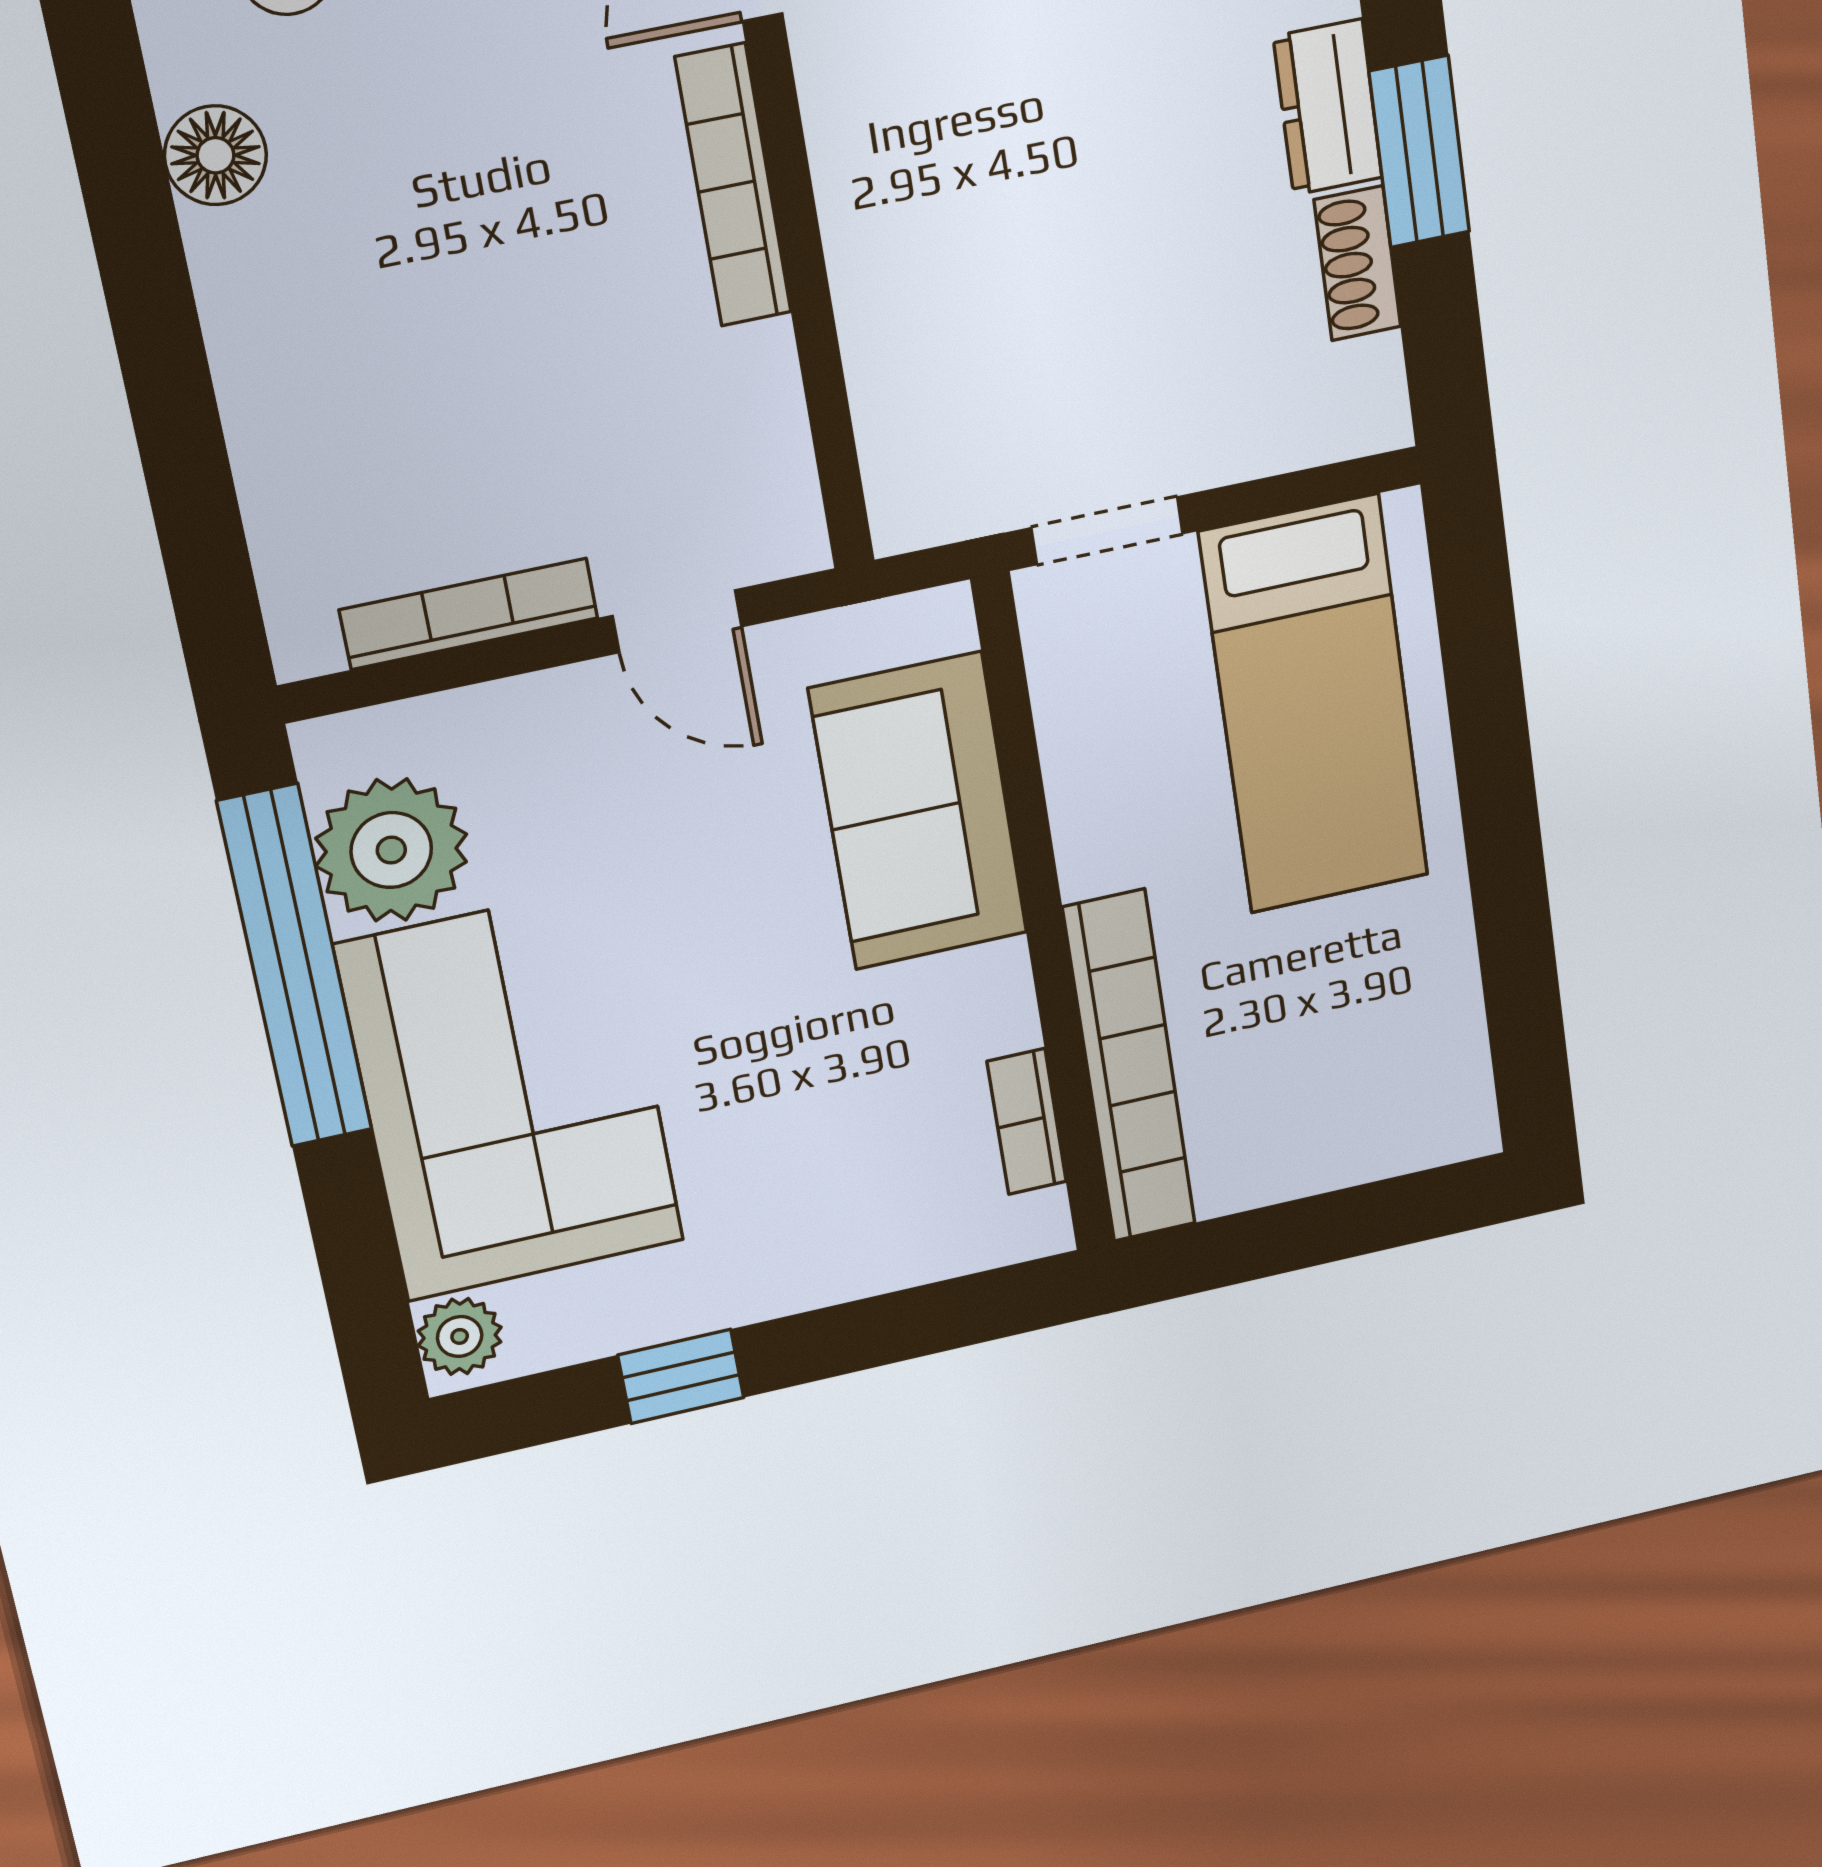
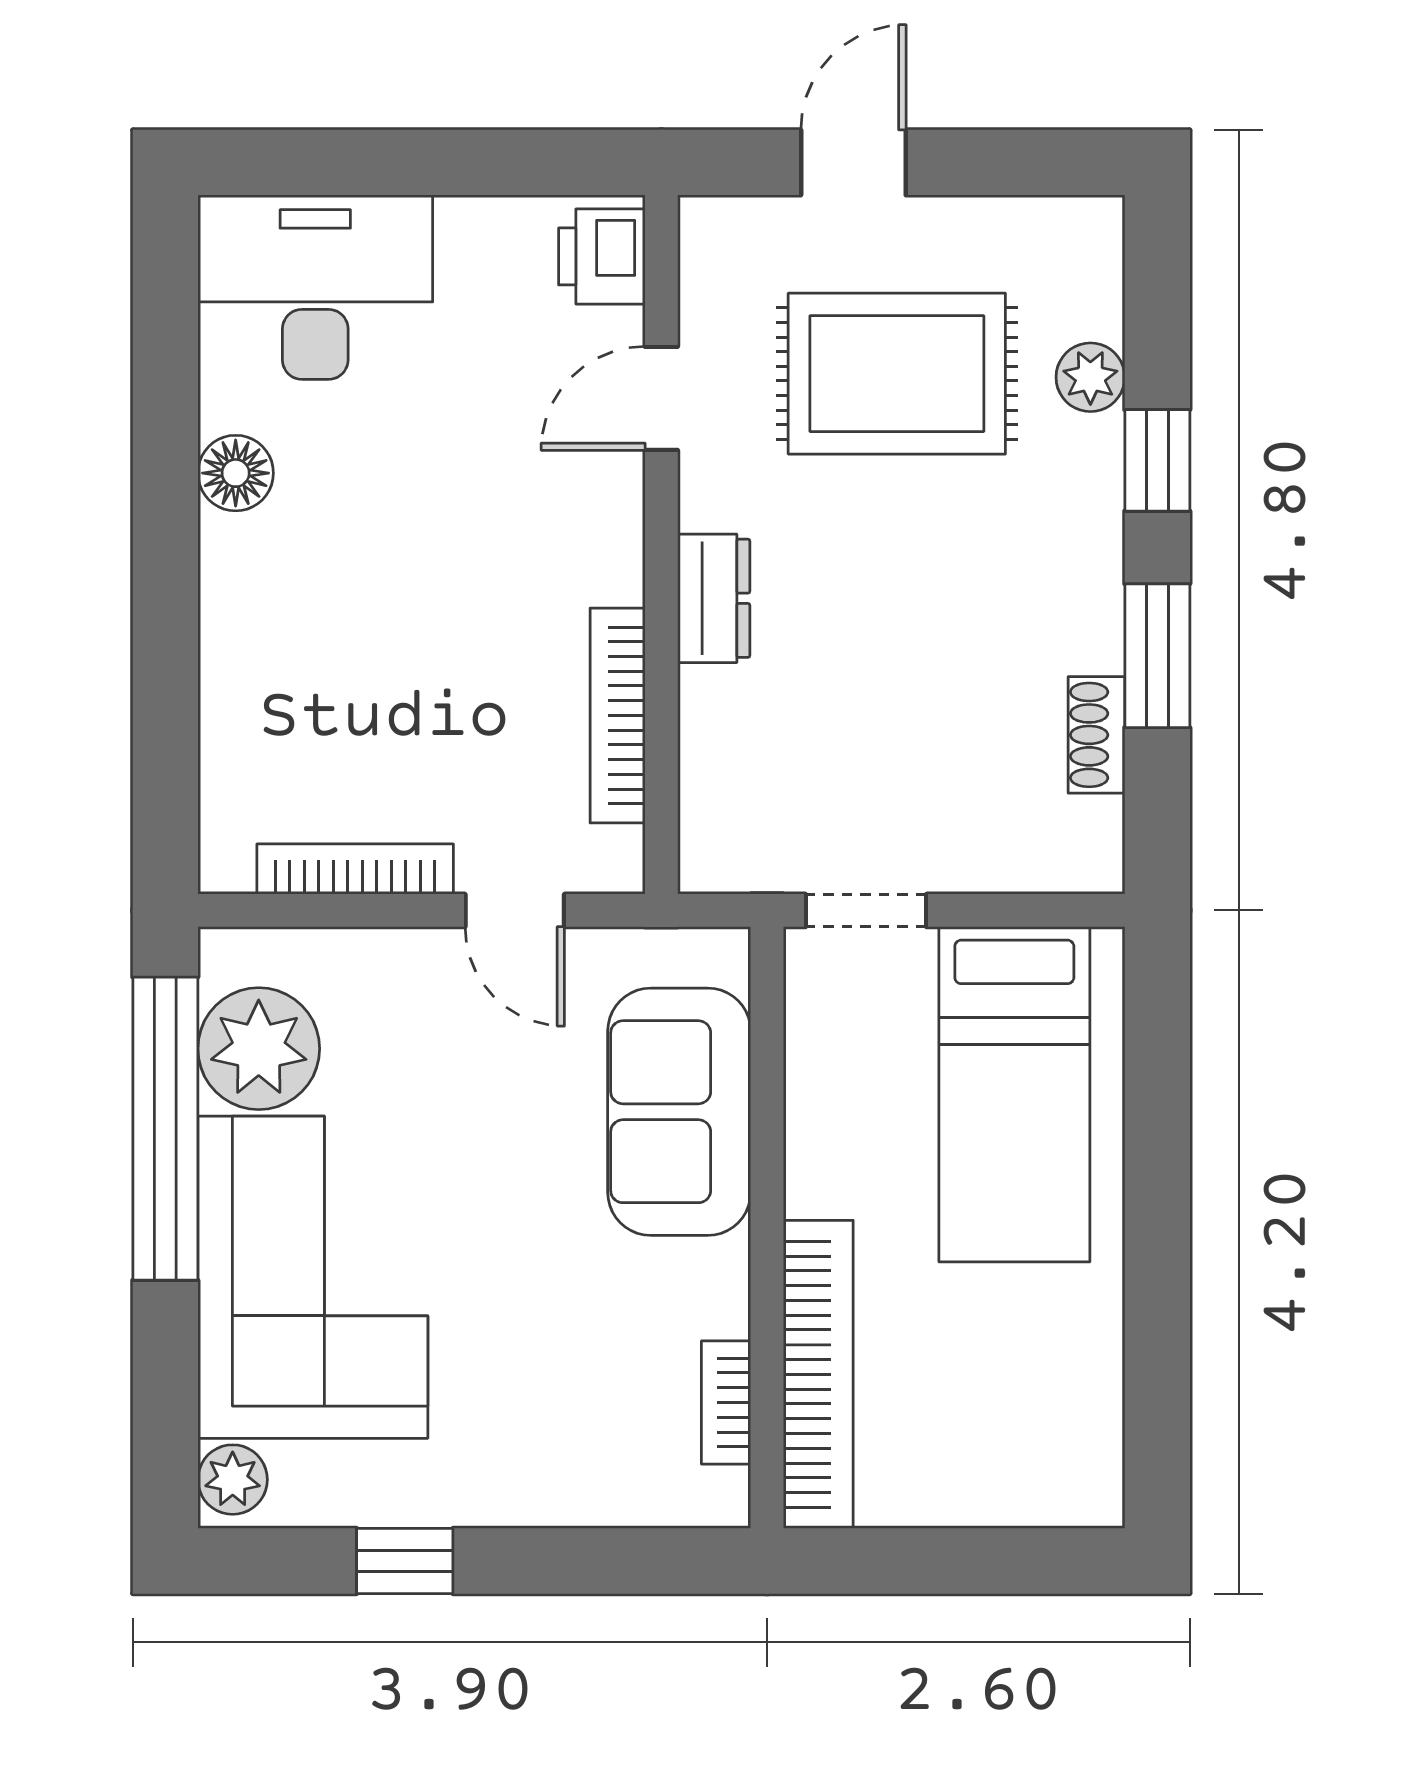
dresser: (1328, 107) -> (714, 598), moved, turned 180
bookcase: (733, 185) -> (618, 715), moved

